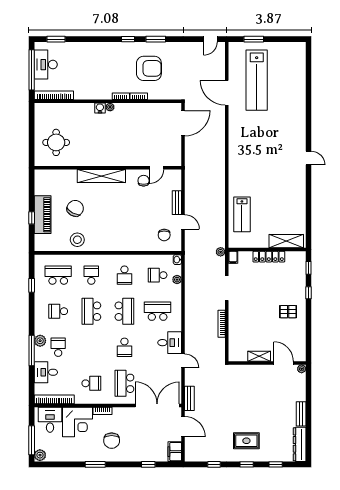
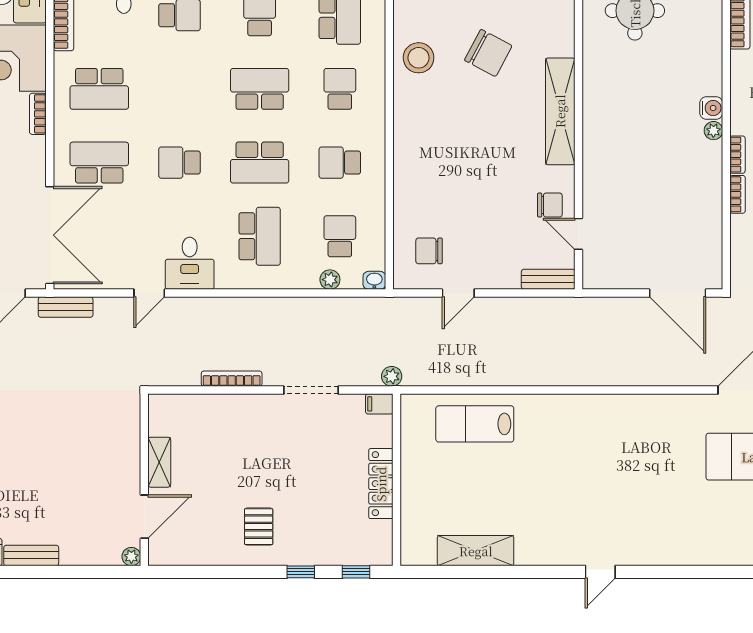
bench: (177, 203) -> (548, 279), moved
shelving: (286, 241) -> (476, 551), moved, turned 90
school desk: (91, 275) -> (340, 89), turned -90
school desk: (91, 383) -> (99, 89), width x1.85

